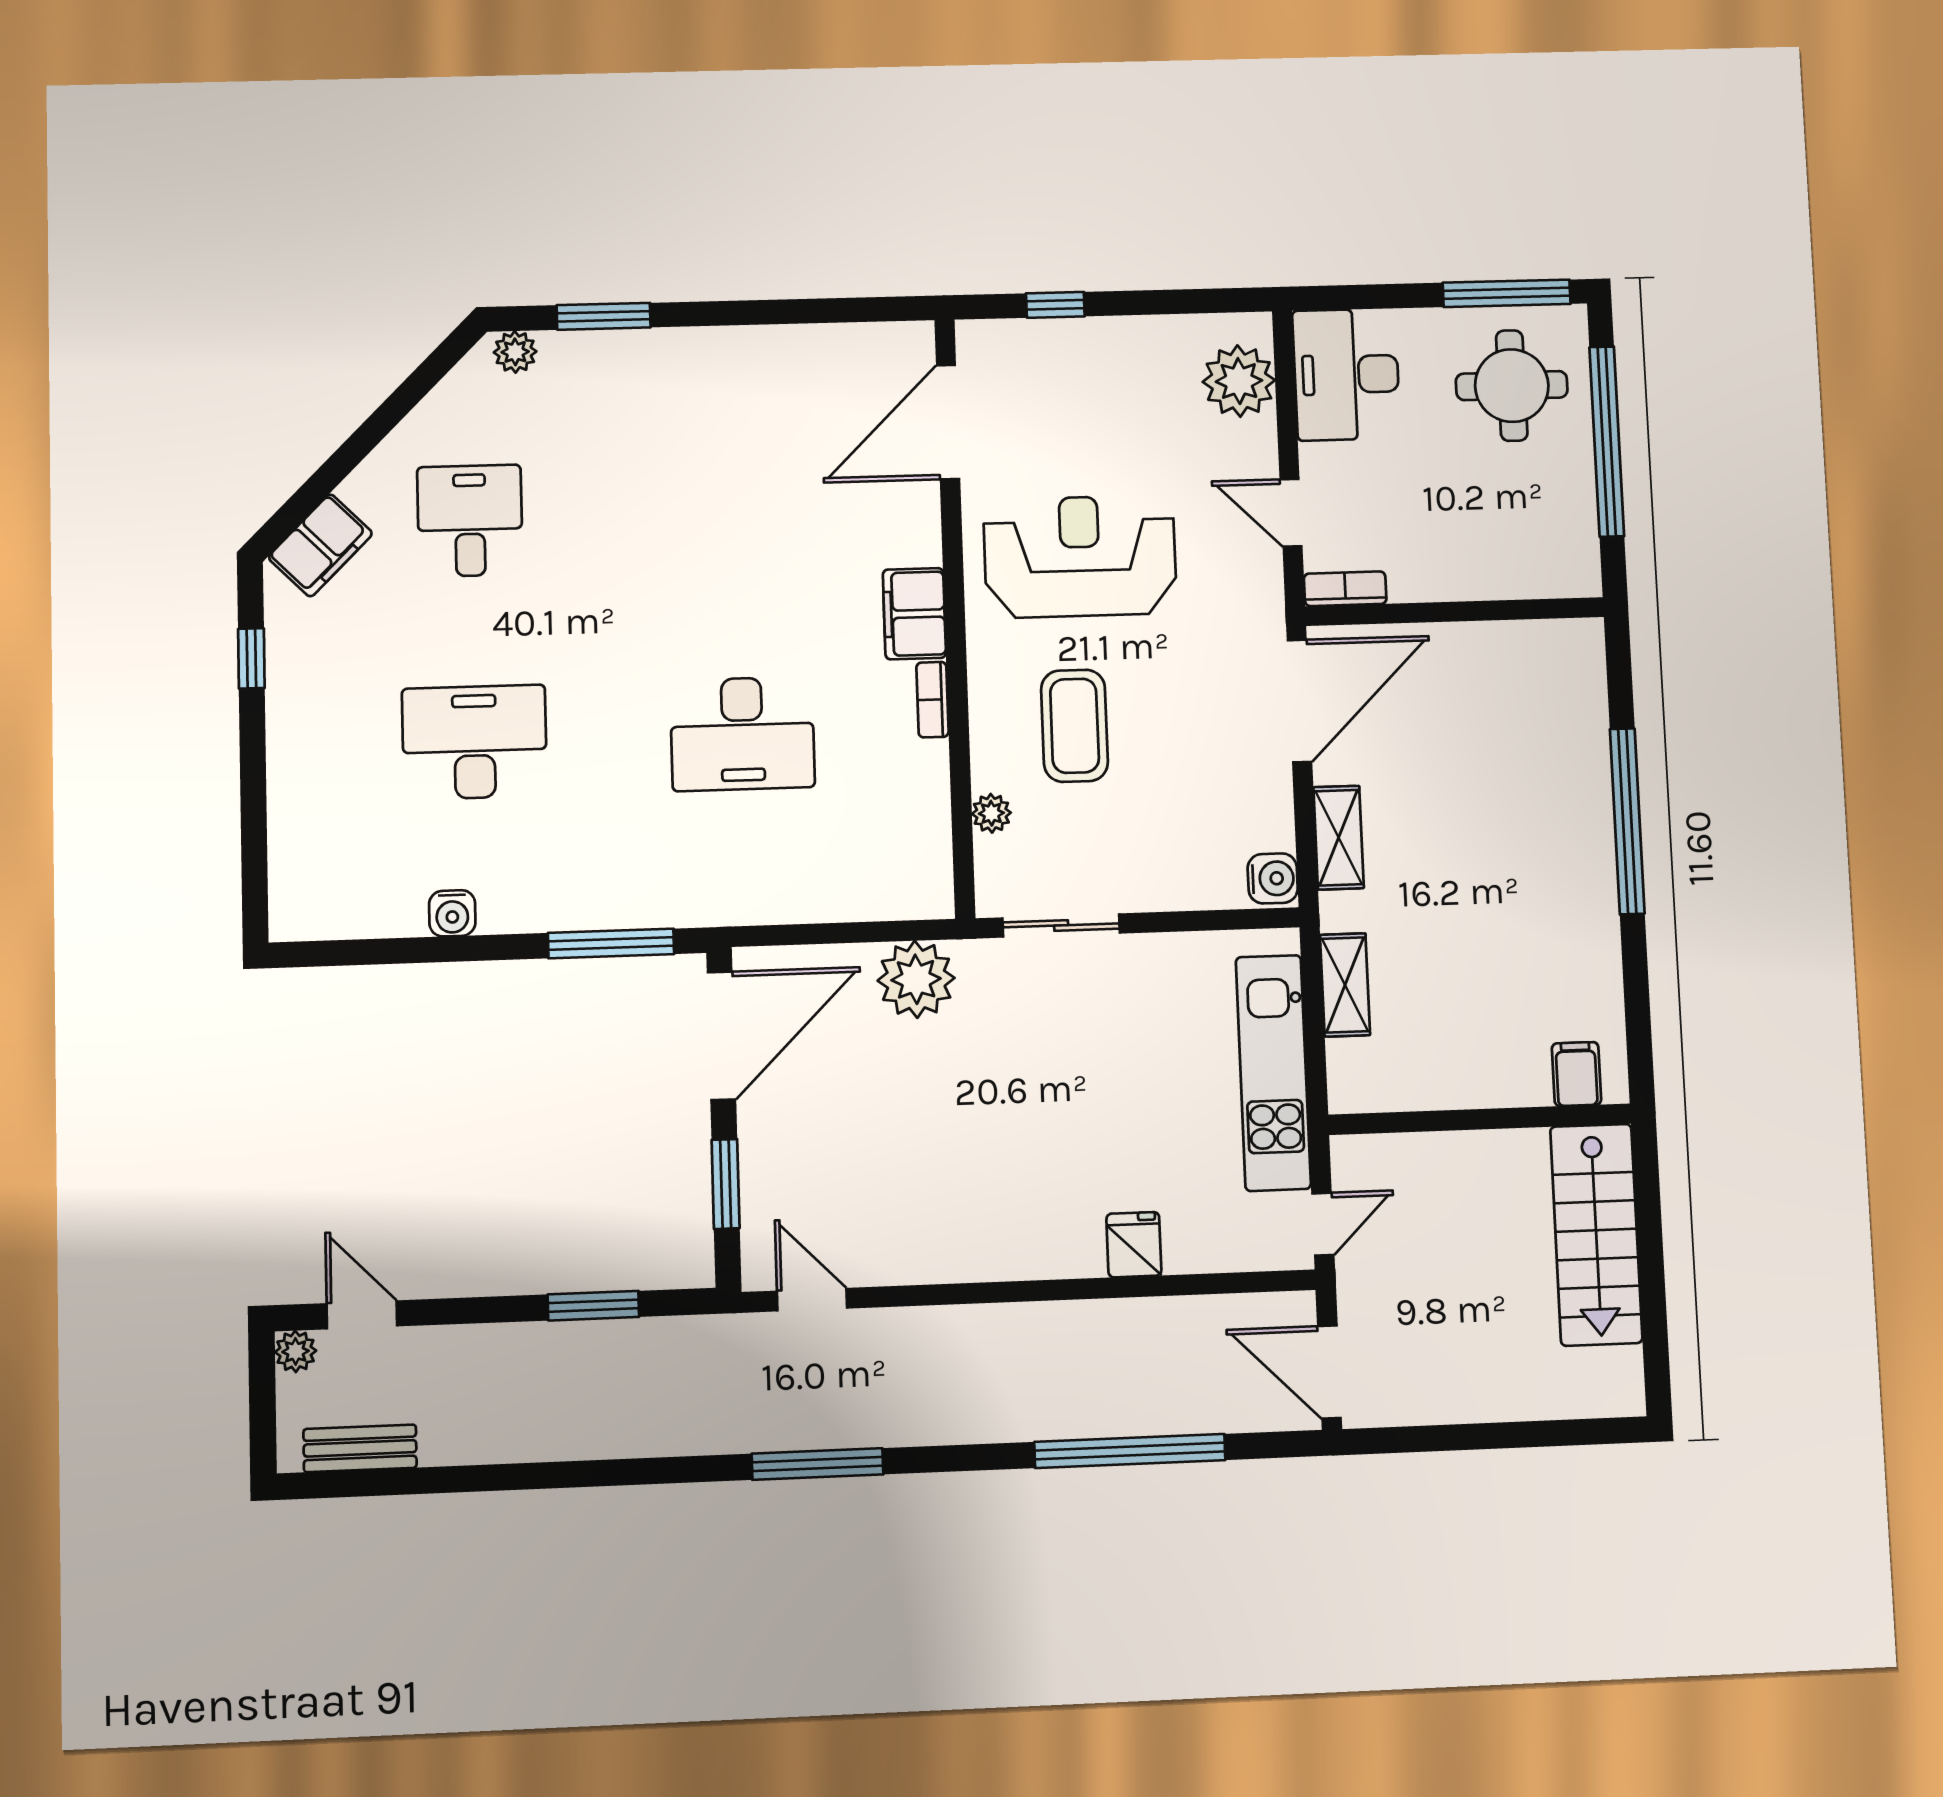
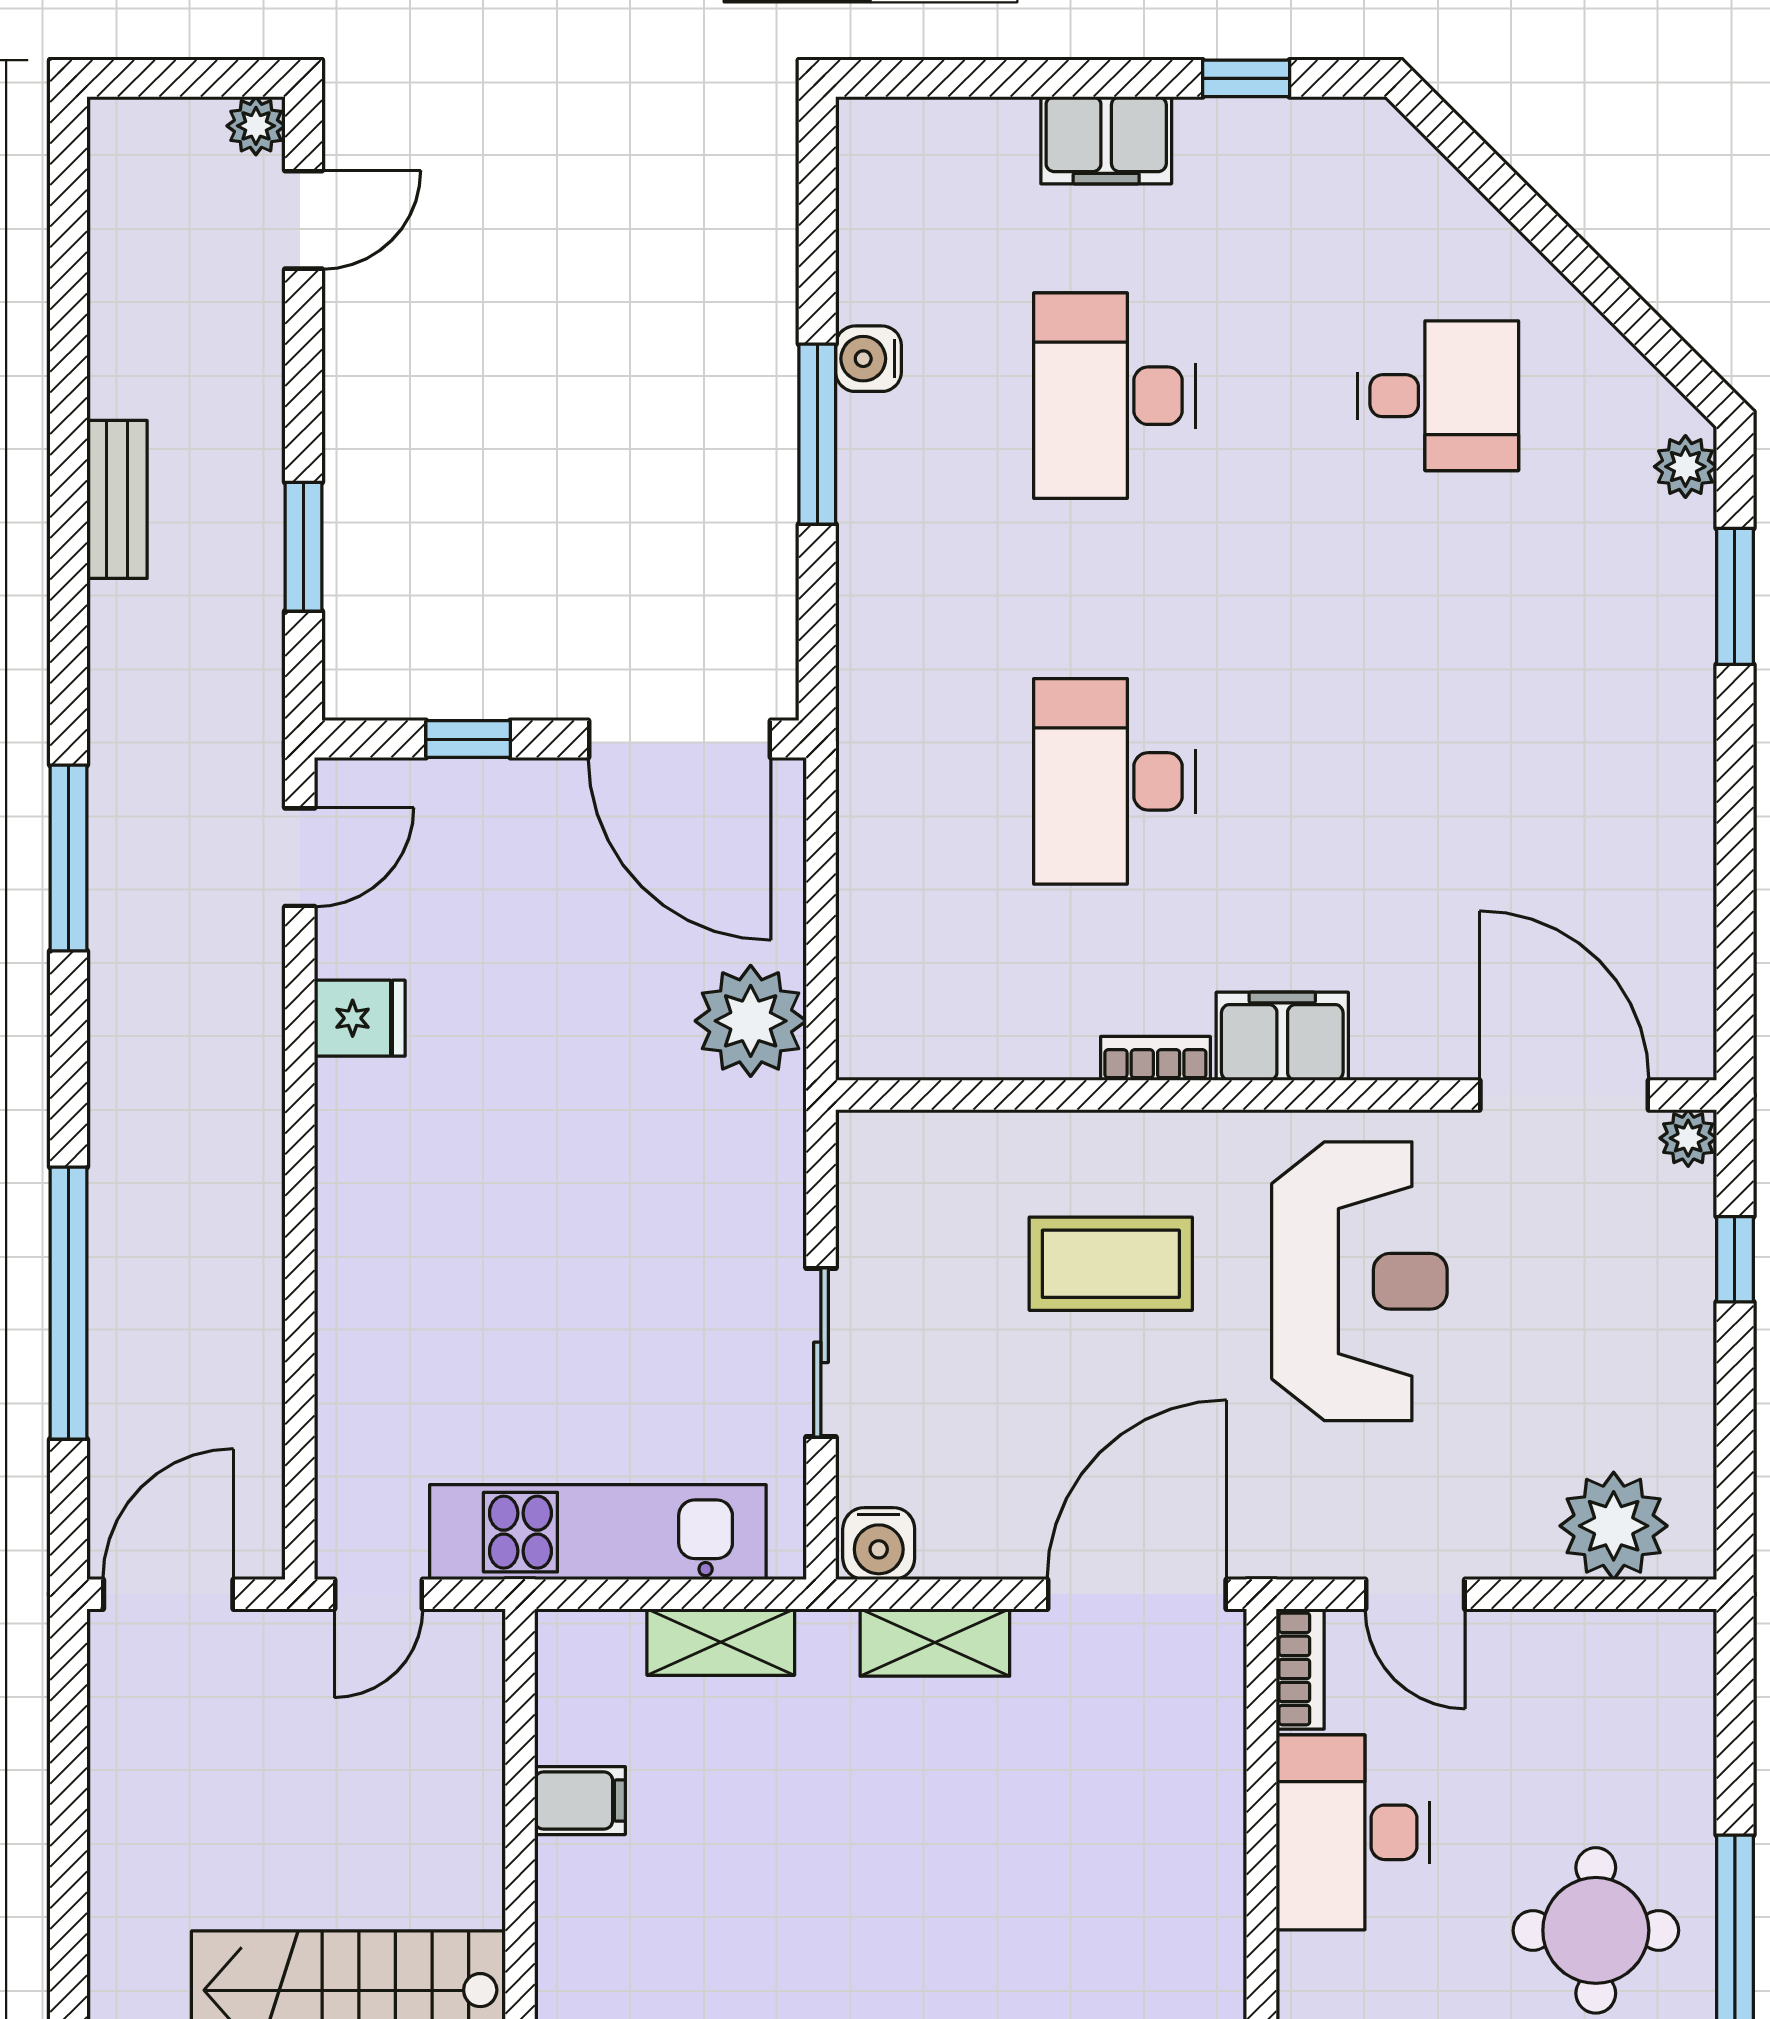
desk: (1346, 374) -> (1353, 1832), moved, turned -90
door: (1291, 513) -> (1415, 1594), swing flipped
filing cabinet: (320, 545) -> (1106, 140), moved, turned -45
door: (1299, 701) -> (1137, 1594), swing flipped
desk: (475, 742) -> (1114, 396), turned 180
plant: (991, 813) -> (1688, 1138), moved
sliding door: (1061, 925) -> (821, 1352), moved
window: (611, 943) -> (817, 434), moved
filing cabinet: (1576, 1074) -> (580, 1801), moved
window: (726, 1184) -> (468, 739), width x0.67
door: (1323, 1224) -> (378, 1594), hinge flipped
fridge: (1134, 1245) -> (360, 1018), moved
bench: (360, 1448) -> (117, 499), moved

